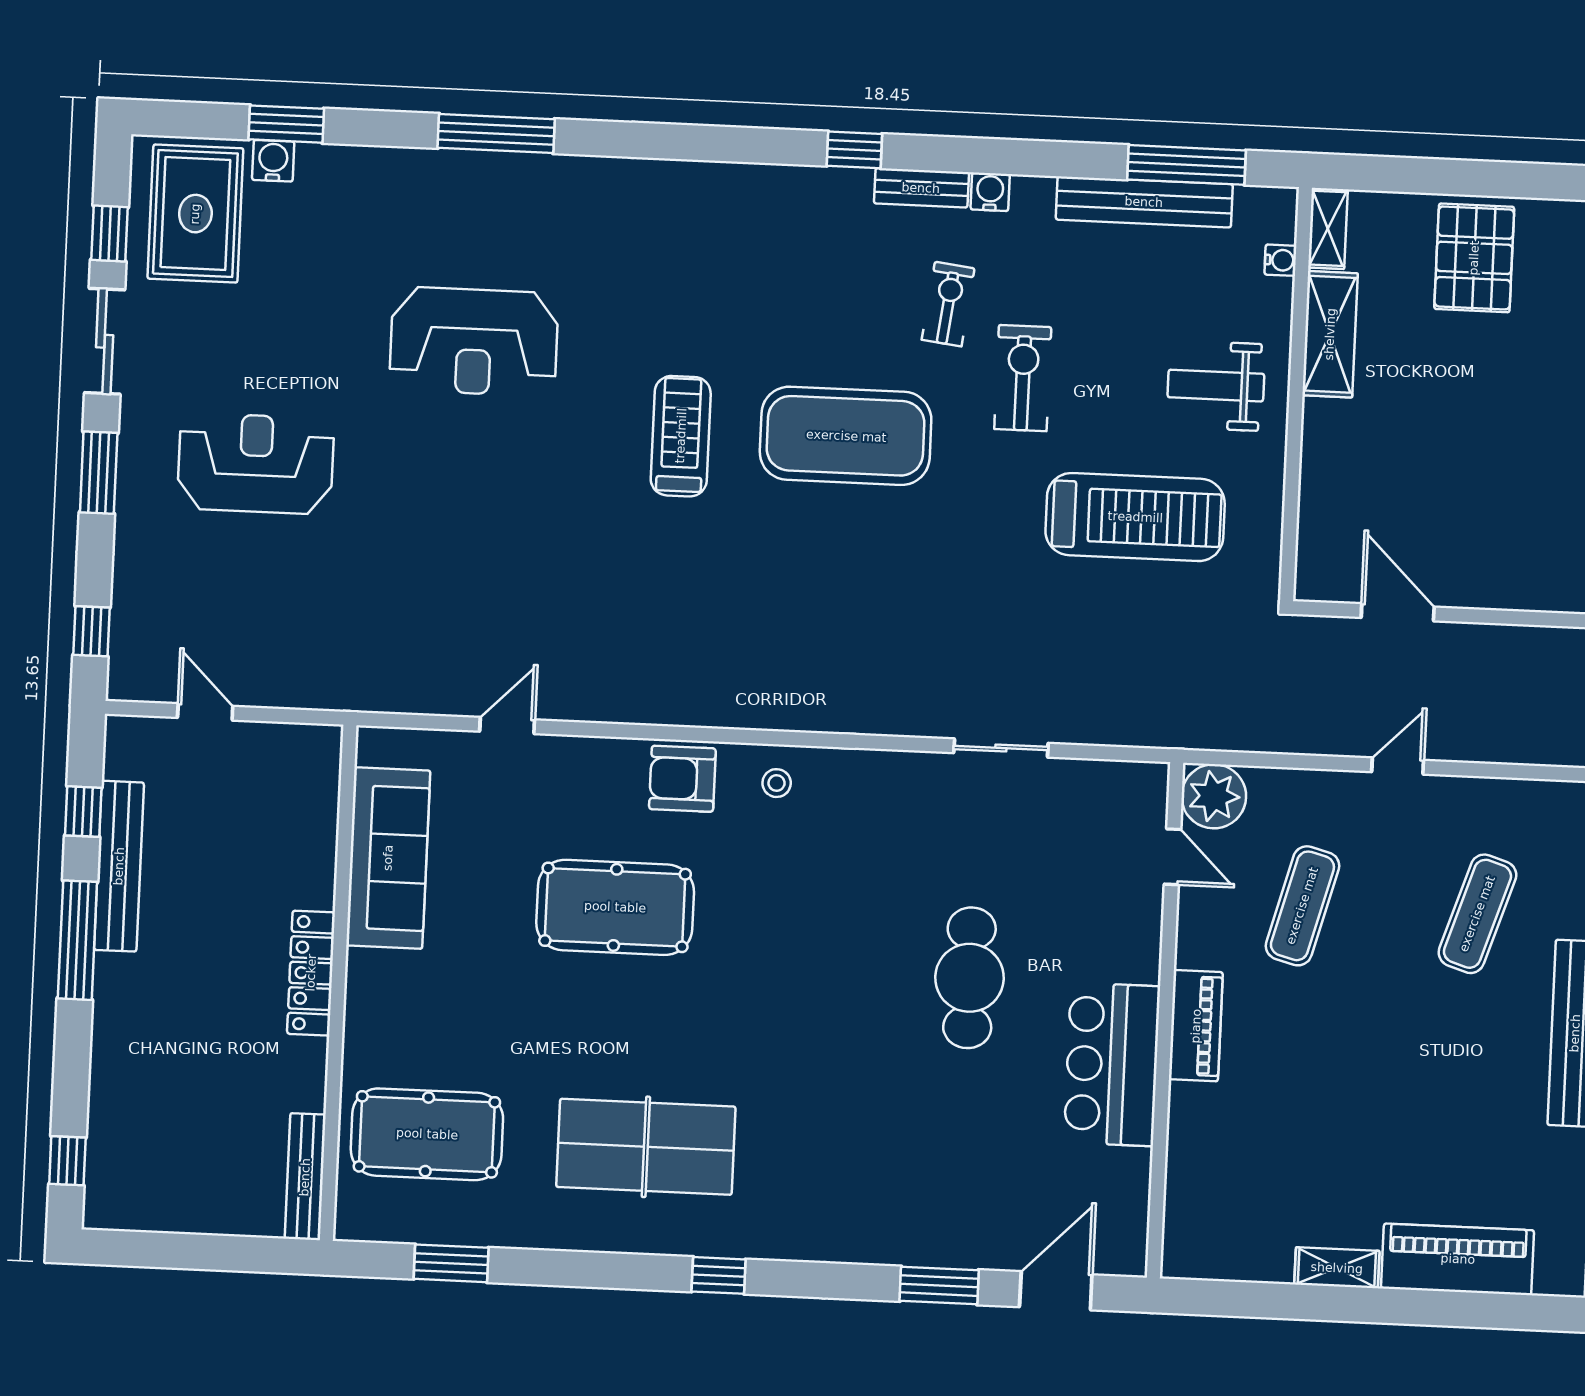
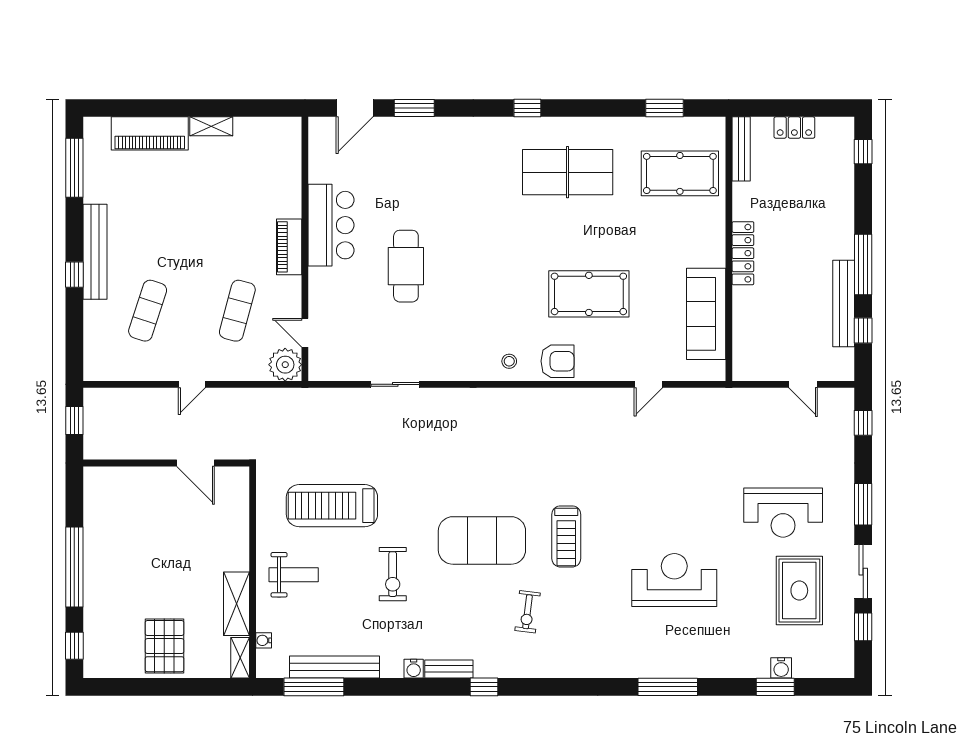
rug: (195, 214) -> (799, 591), moved
exercise bike: (948, 304) -> (527, 612), moved
locker: (199, 1214) -> (794, 128), added

